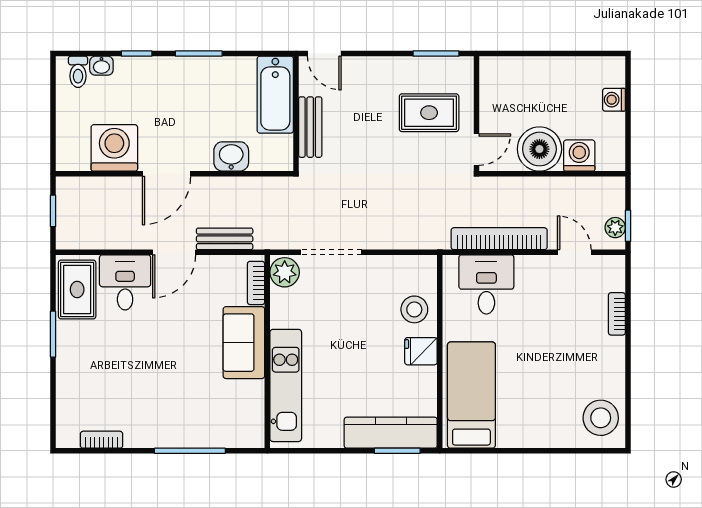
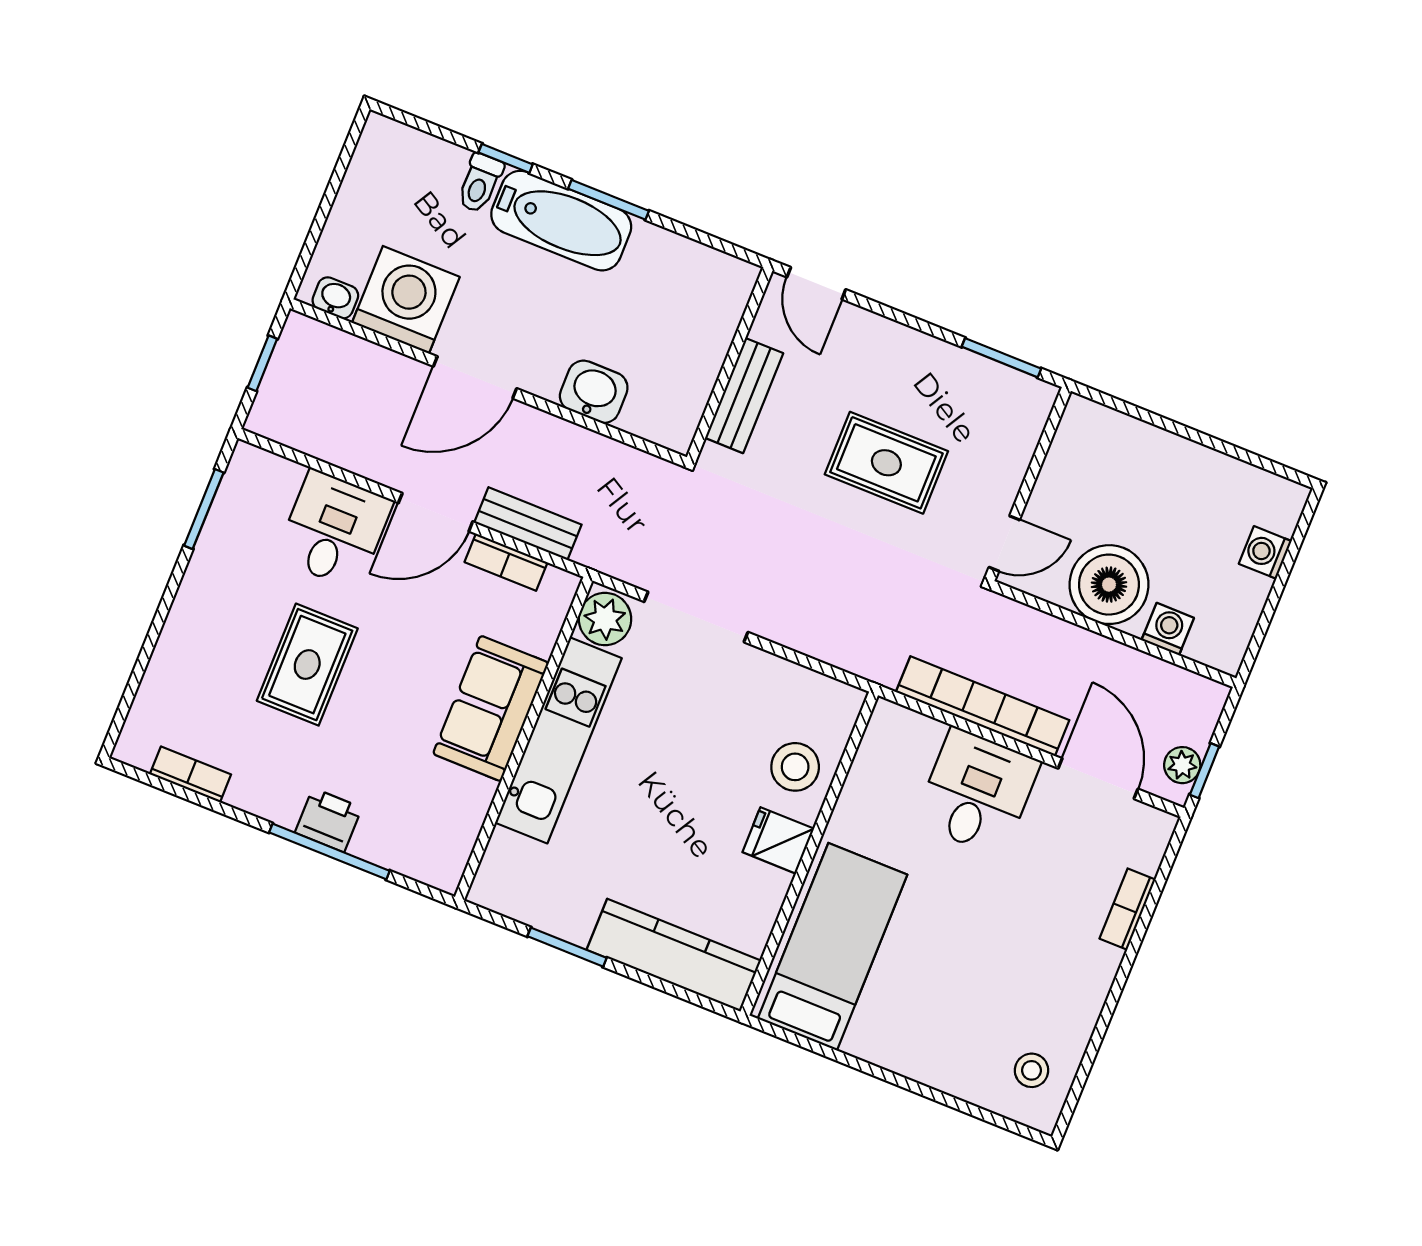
washbasin: (101, 66) -> (335, 298), moved, turned 180
toilet: (78, 72) -> (480, 183), moved
bathtub: (275, 95) -> (561, 221), moved, turned -90
rug: (429, 113) -> (886, 463), moved
washing machine: (579, 156) -> (1168, 629), width x0.73, depth x0.73
door: (574, 252) -> (1098, 779), width x1.38
bookcase: (256, 283) -> (506, 562), moved, turned -90
desk: (486, 284) -> (977, 792), moved
rug: (77, 290) -> (307, 665), moved
window: (53, 334) -> (204, 509), moved
kitchen unit: (286, 385) -> (558, 740), moved
stool: (601, 418) -> (1032, 1070), width x0.53, depth x0.53
printer: (183, 435) -> (328, 820), added
window: (397, 451) -> (567, 947), moved

